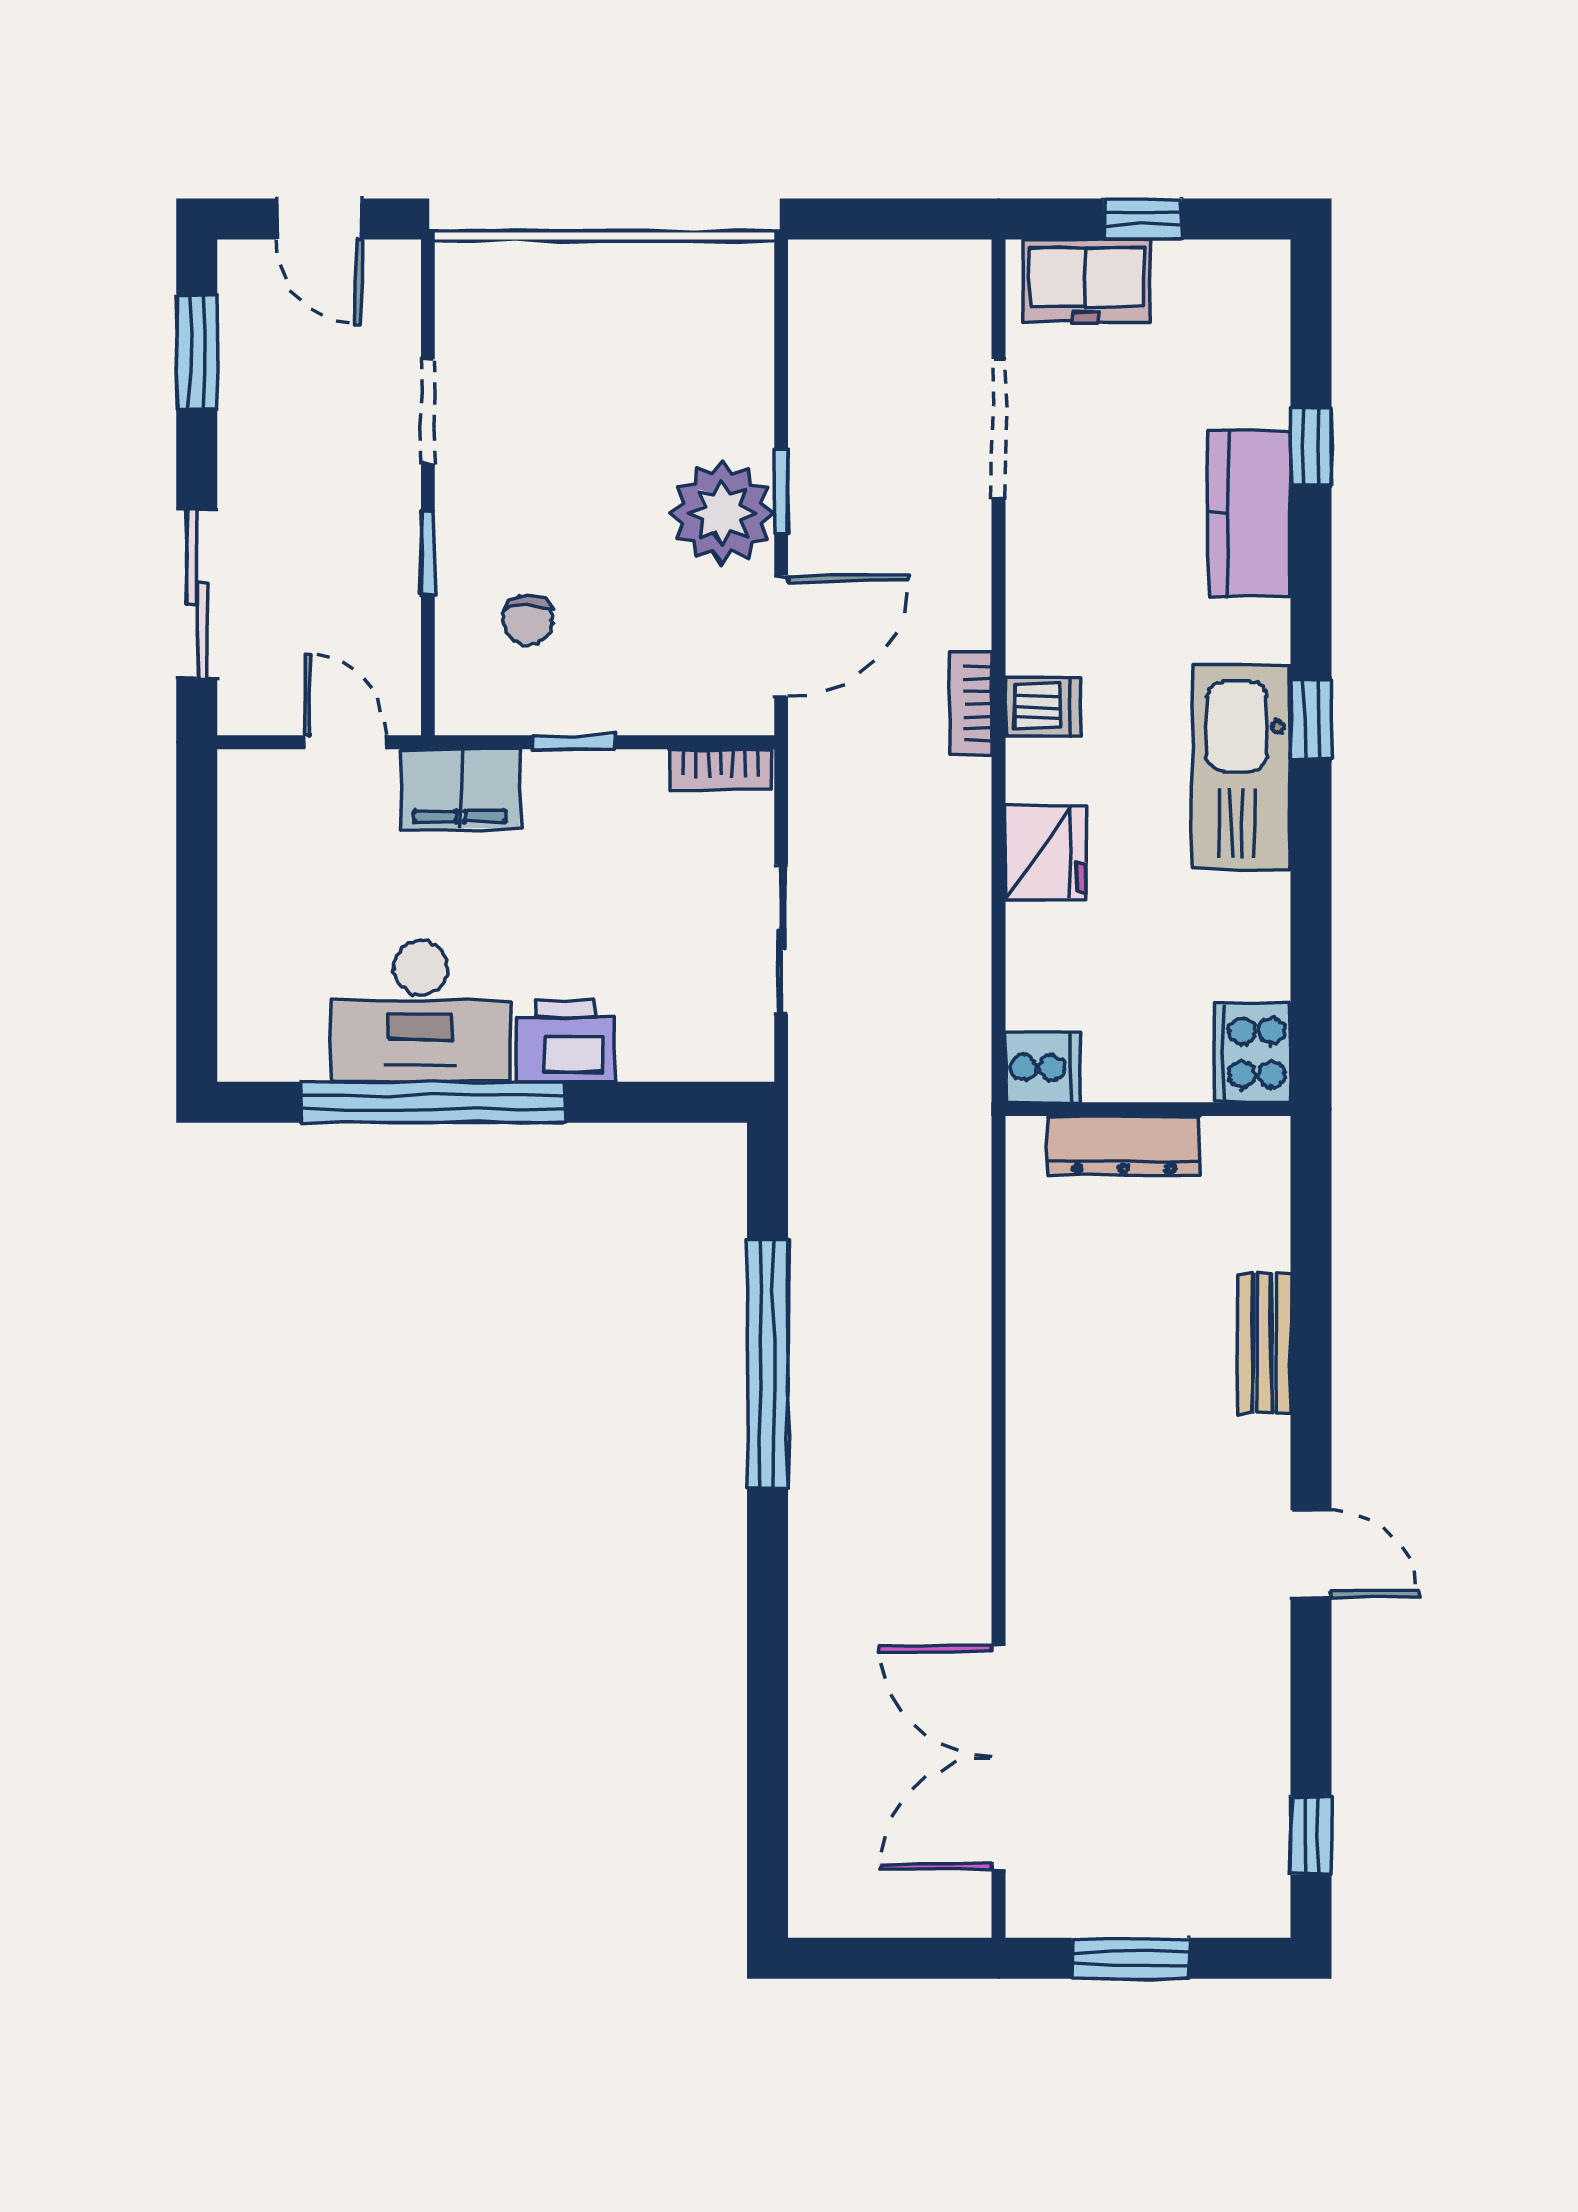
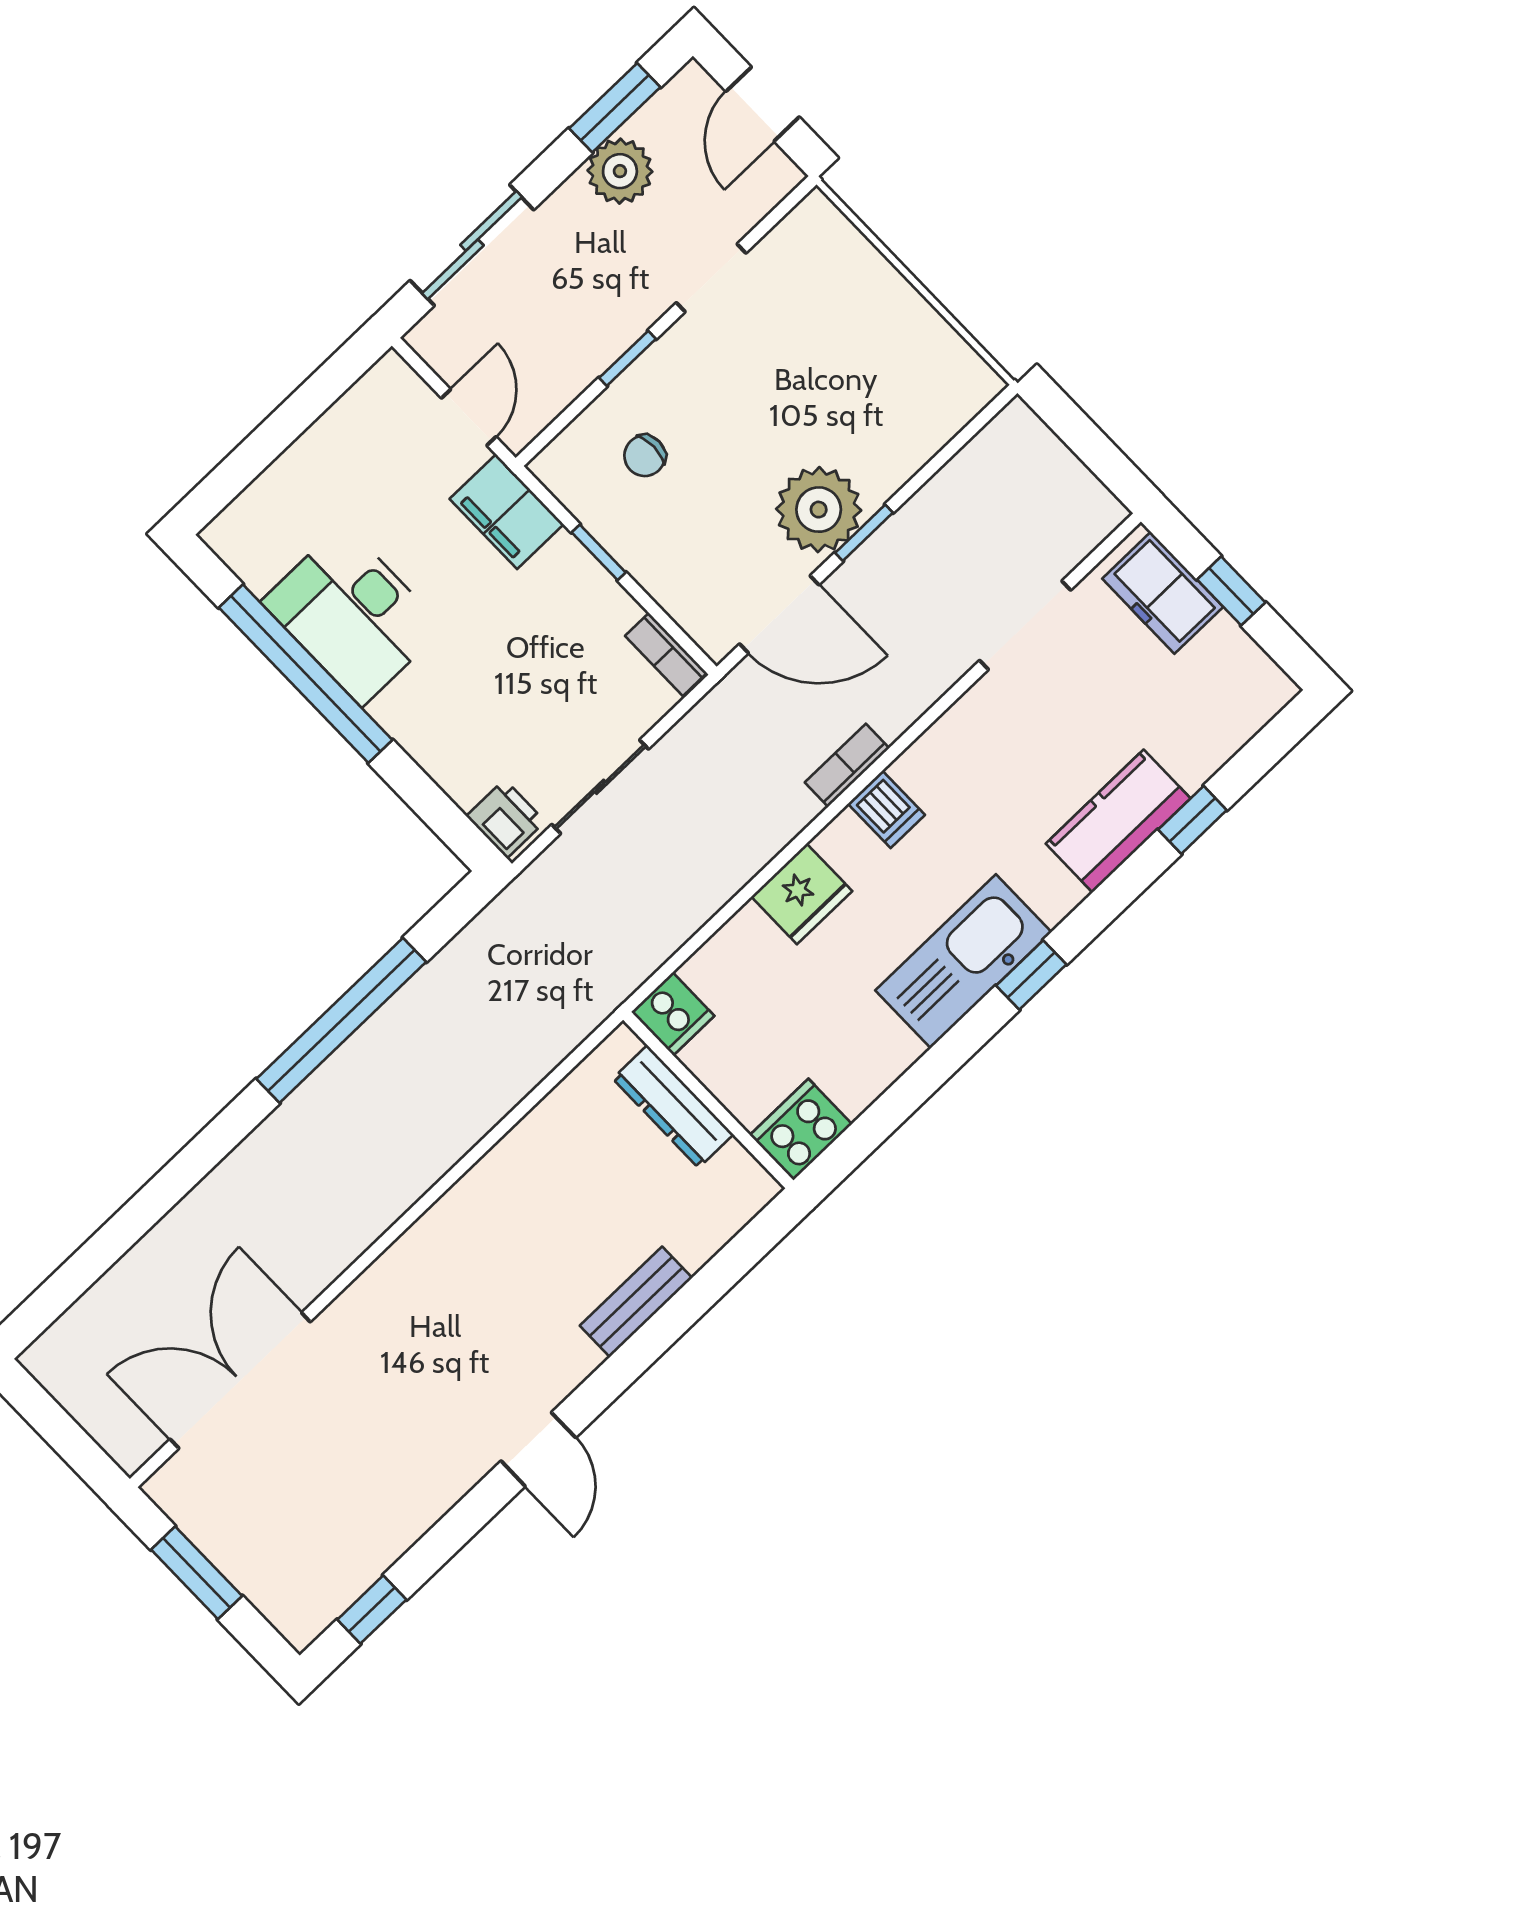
plant: (257, 401) -> (620, 171), added
printer: (565, 1041) -> (506, 819), moved, width x0.73, depth x0.81

